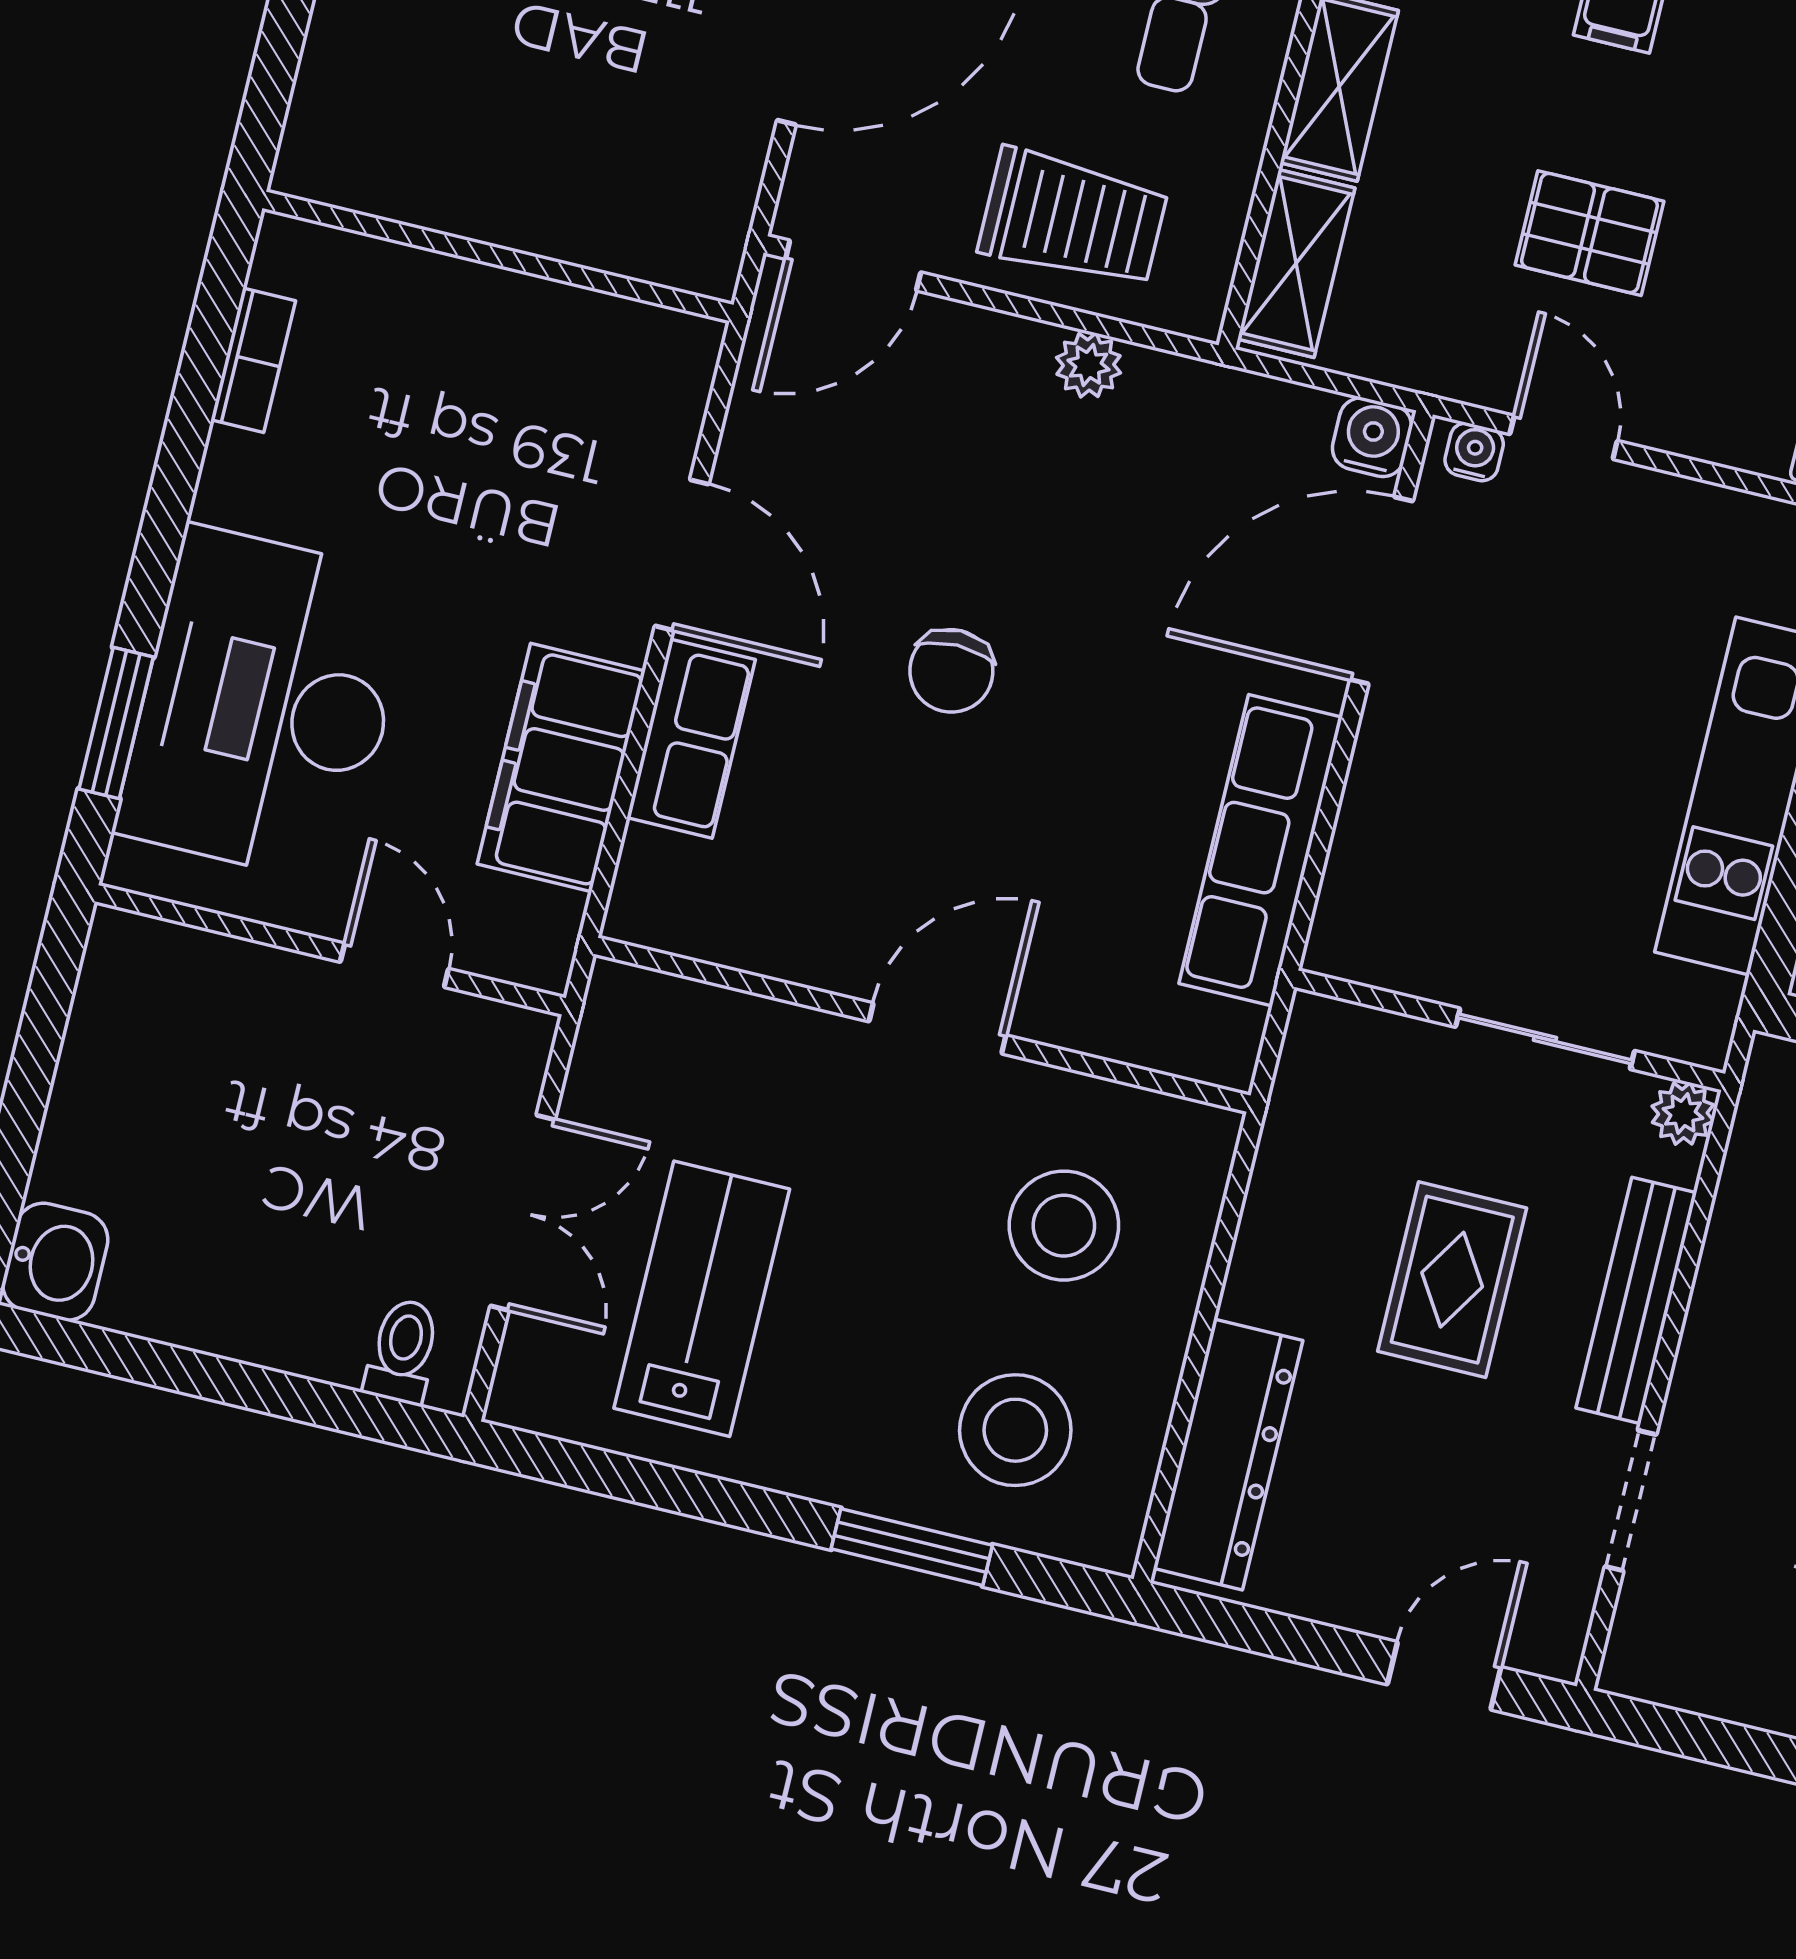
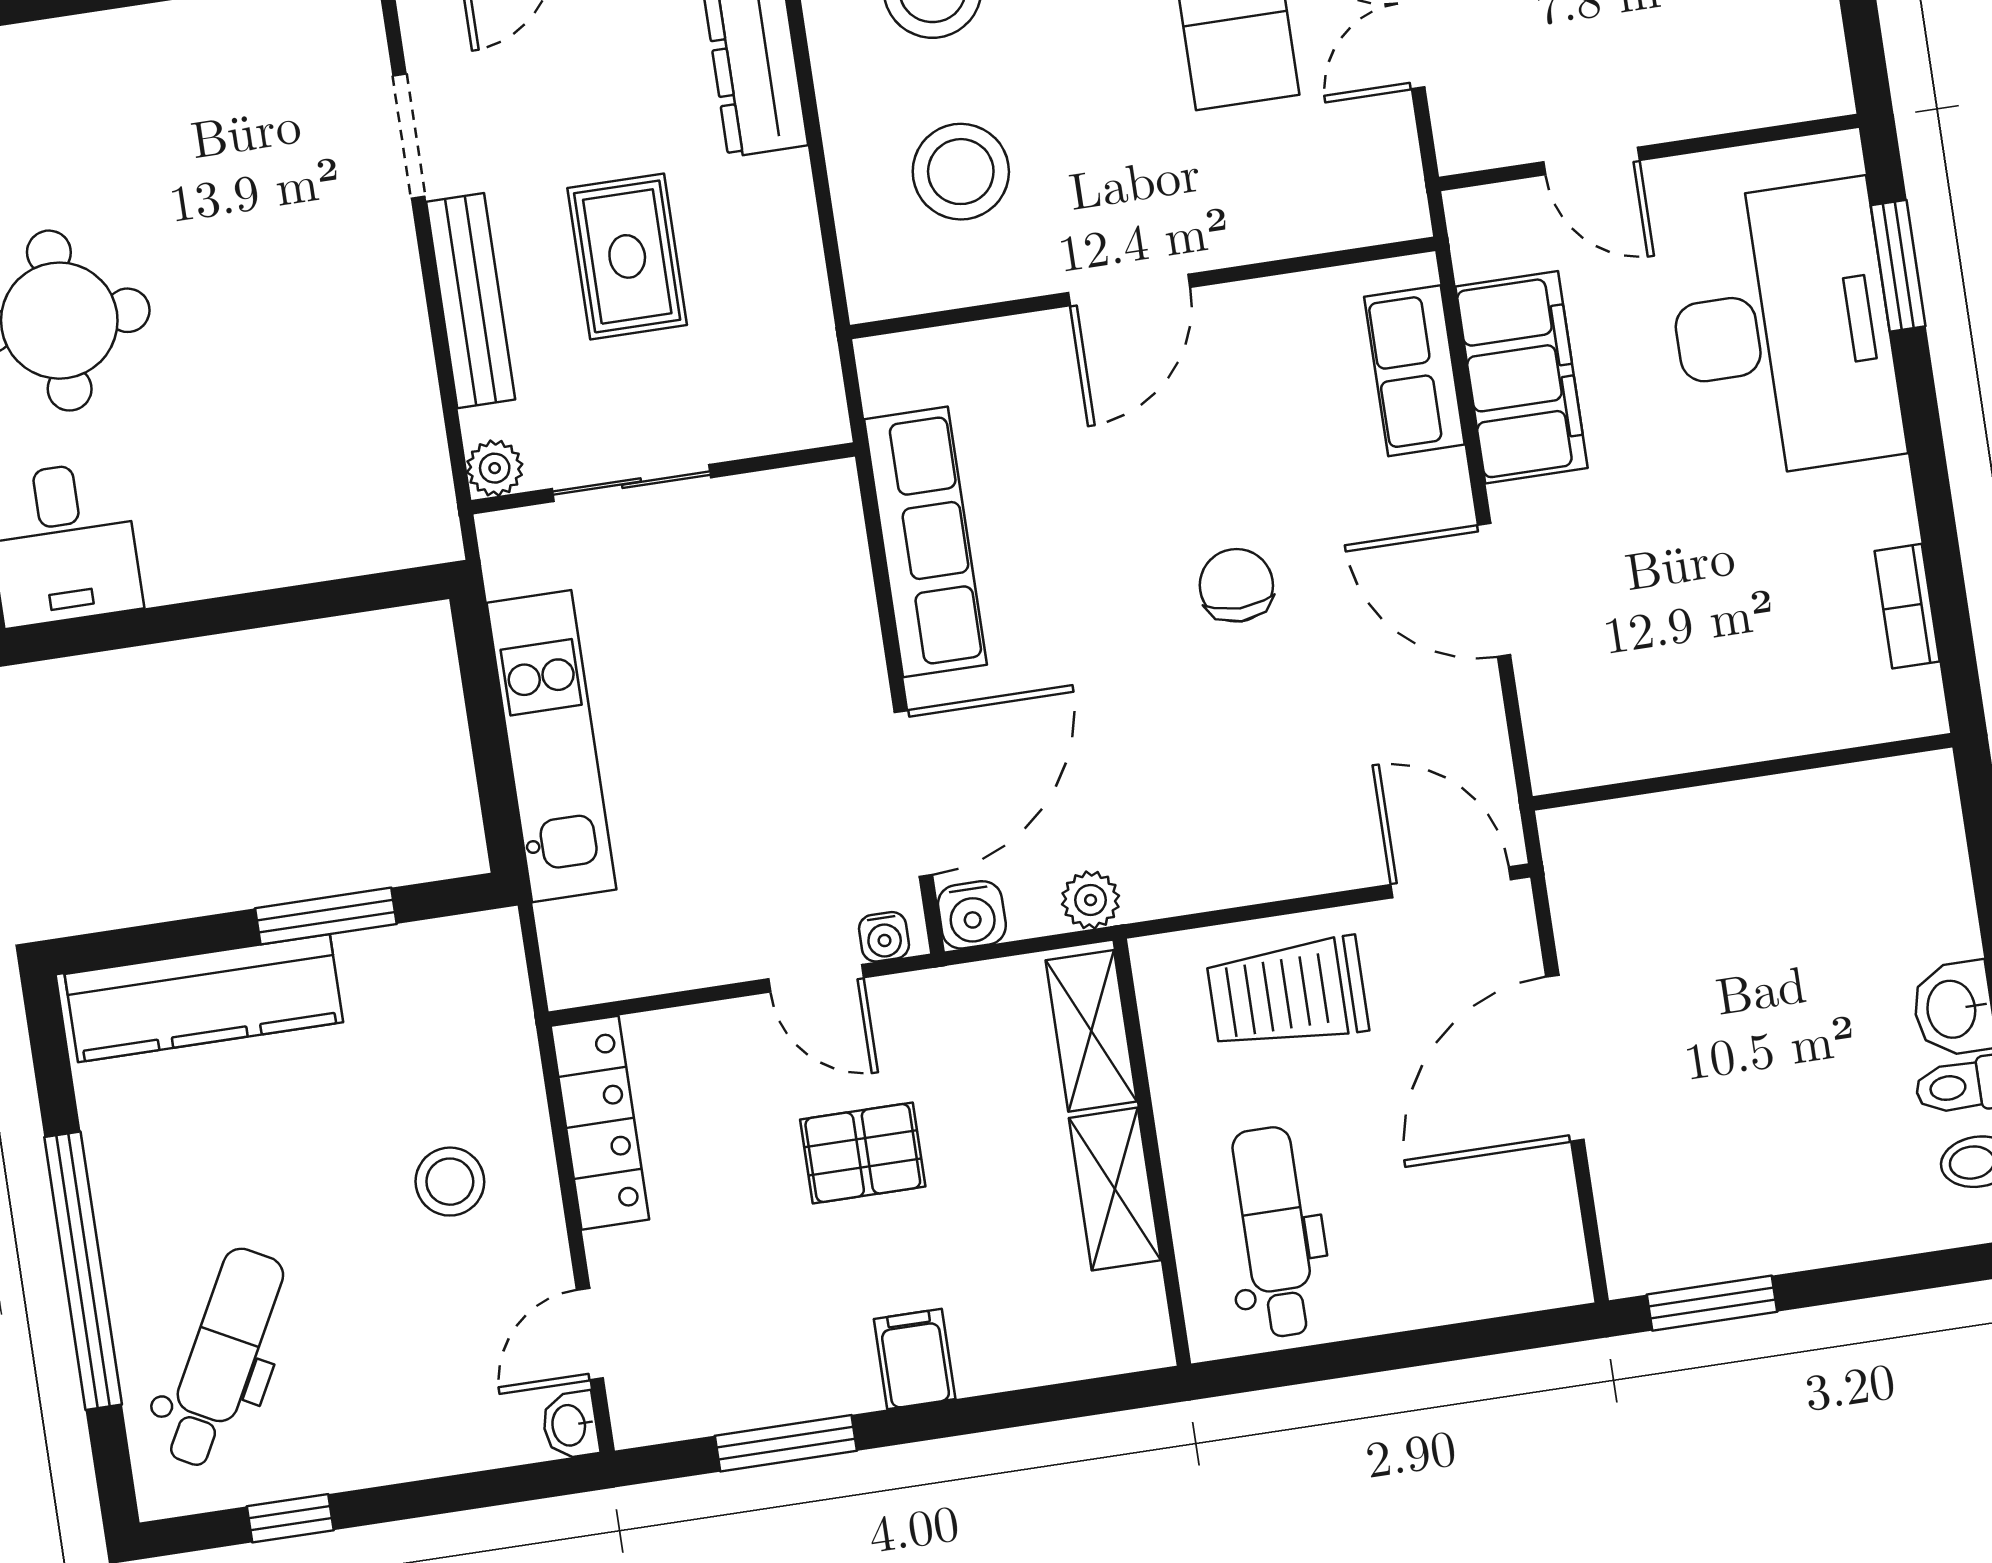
door: (853, 266) -> (1451, 882), hinge flipped
plant: (1088, 365) -> (1091, 900), moved
row of seats: (691, 739) -> (1414, 371), moved

